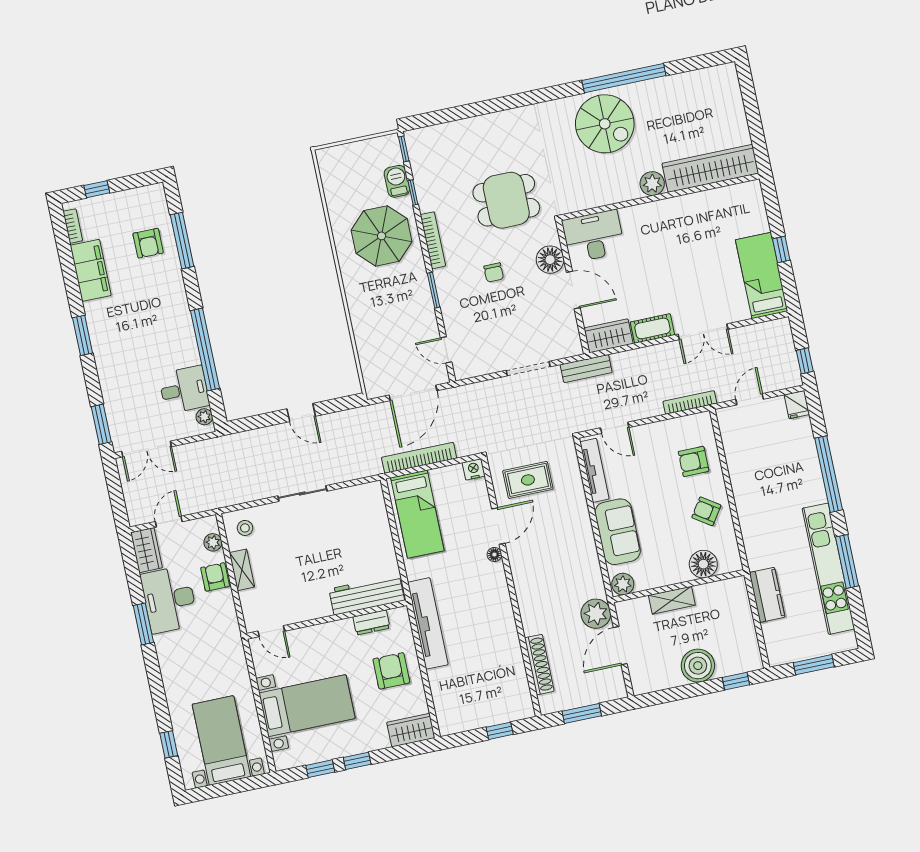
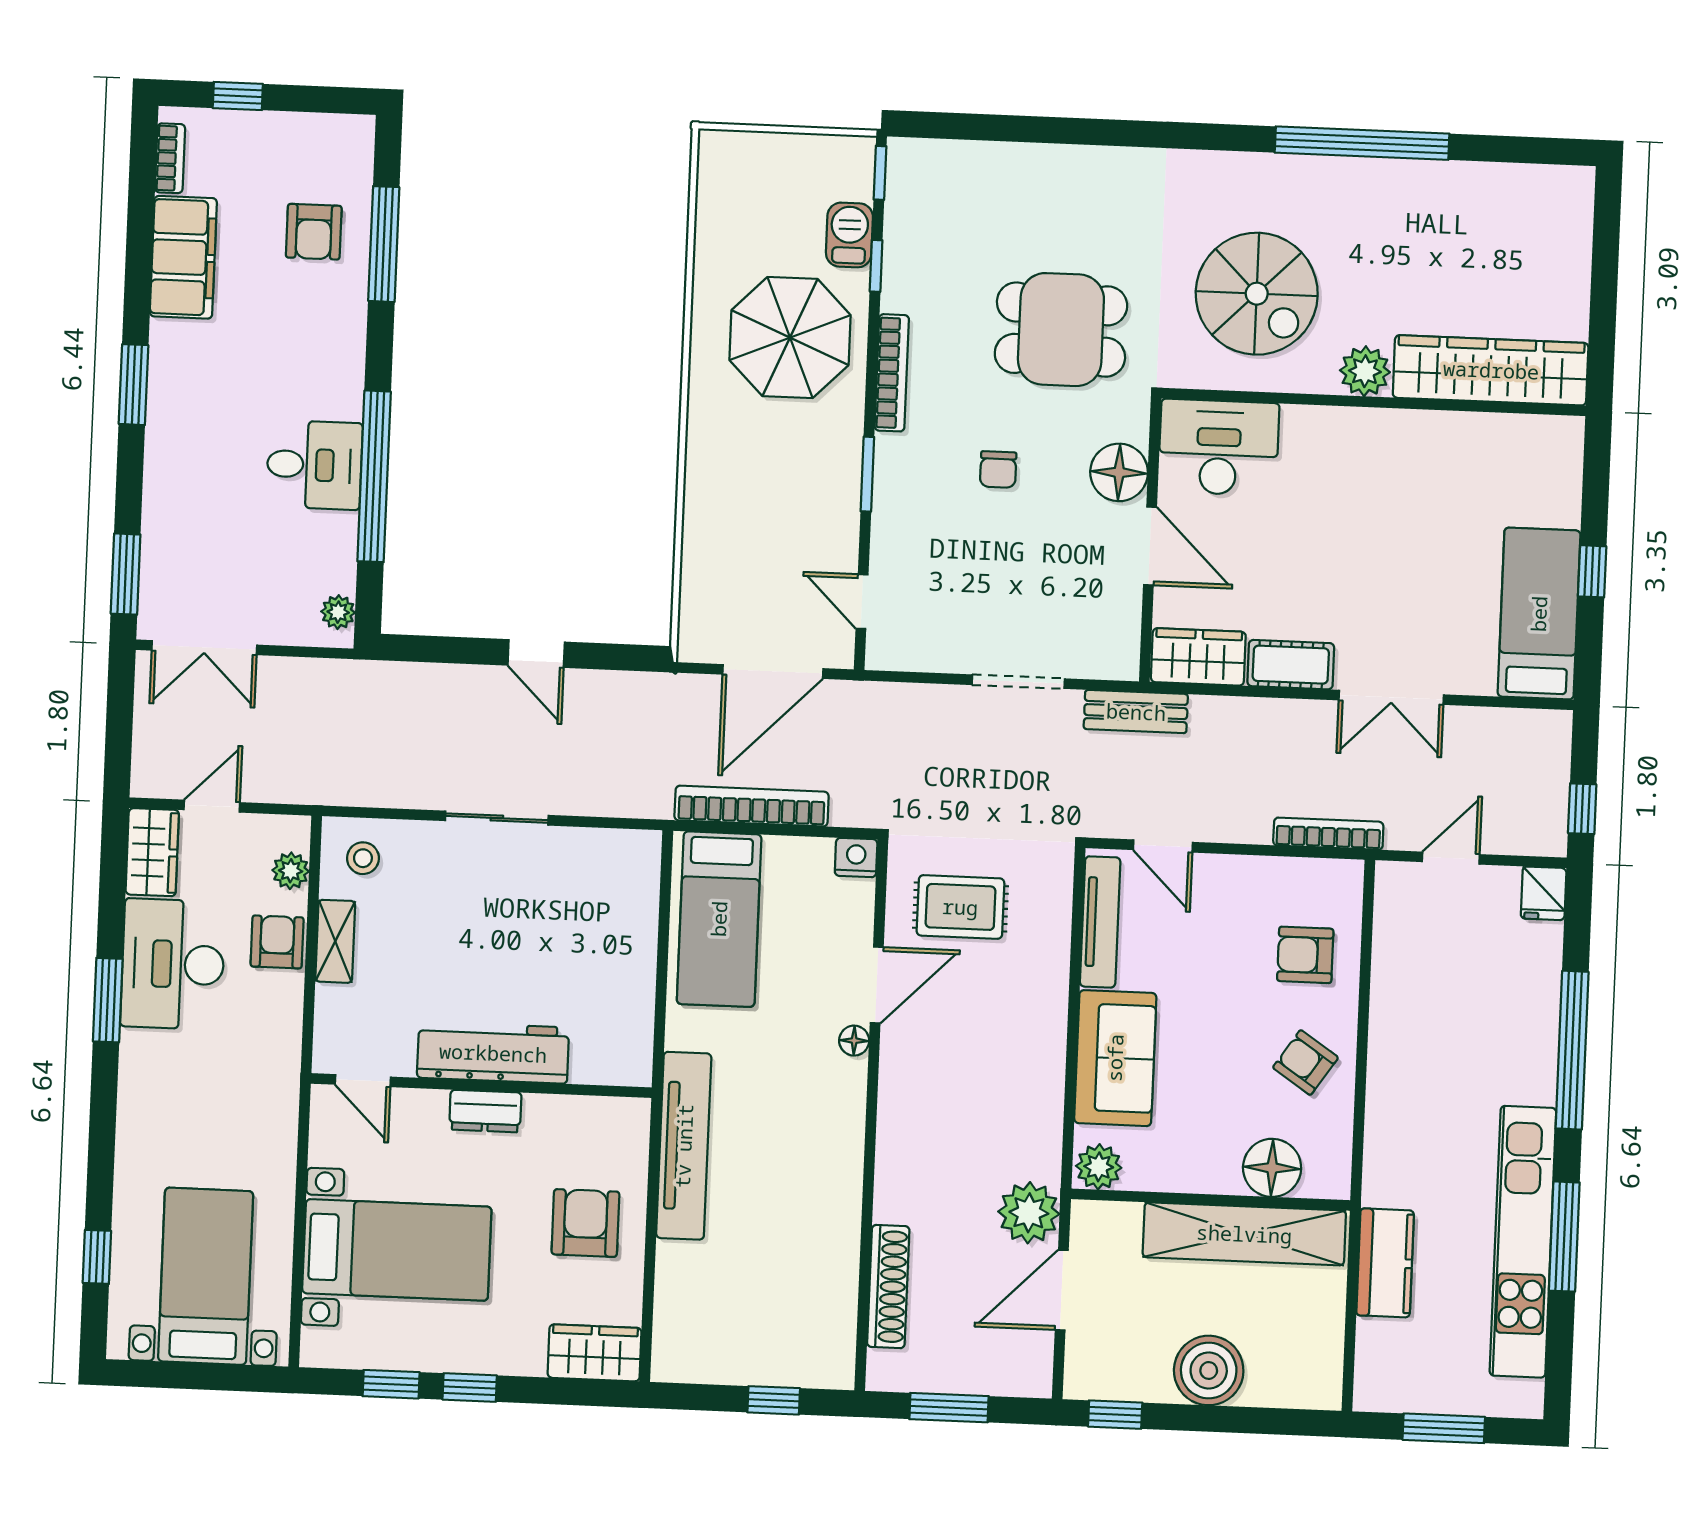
spiral stairs: (605, 124) -> (1257, 294), moved
desk: (184, 390) -> (314, 465), moved
workbench: (367, 595) -> (493, 1053), moved
shelving: (672, 600) -> (1244, 1234), width x2.20, depth x1.33
dresser: (371, 622) -> (485, 1111), moved
window: (736, 681) -> (1115, 1415), moved

